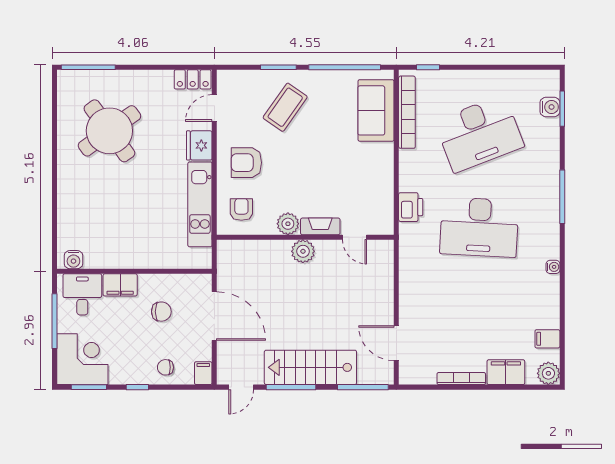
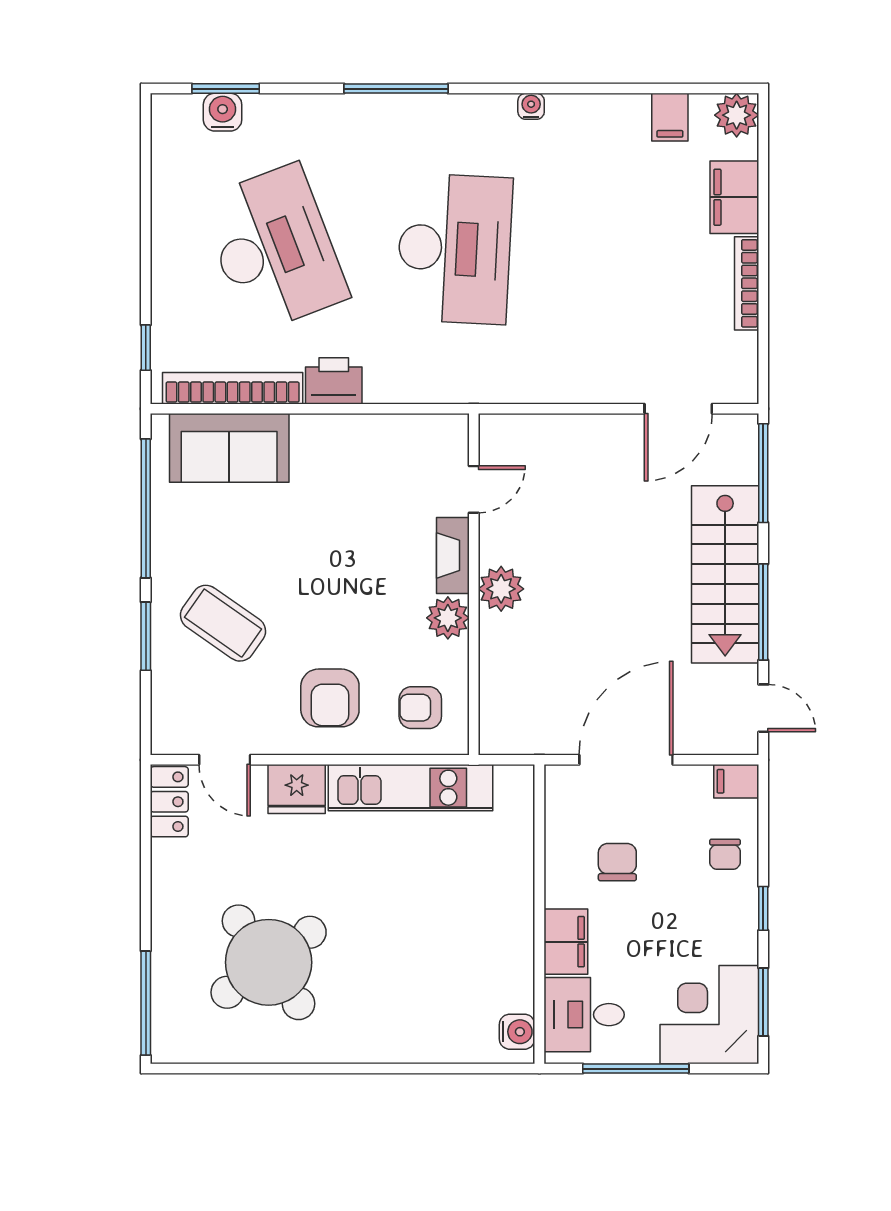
printer: (411, 207) -> (334, 381), moved

